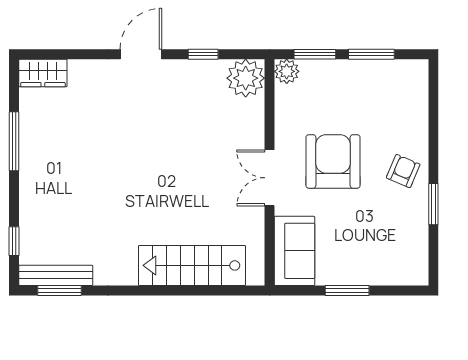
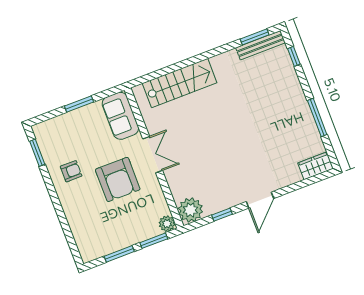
armchair: (403, 171) -> (71, 171), moved, turned -113
window: (433, 204) -> (37, 153), moved

